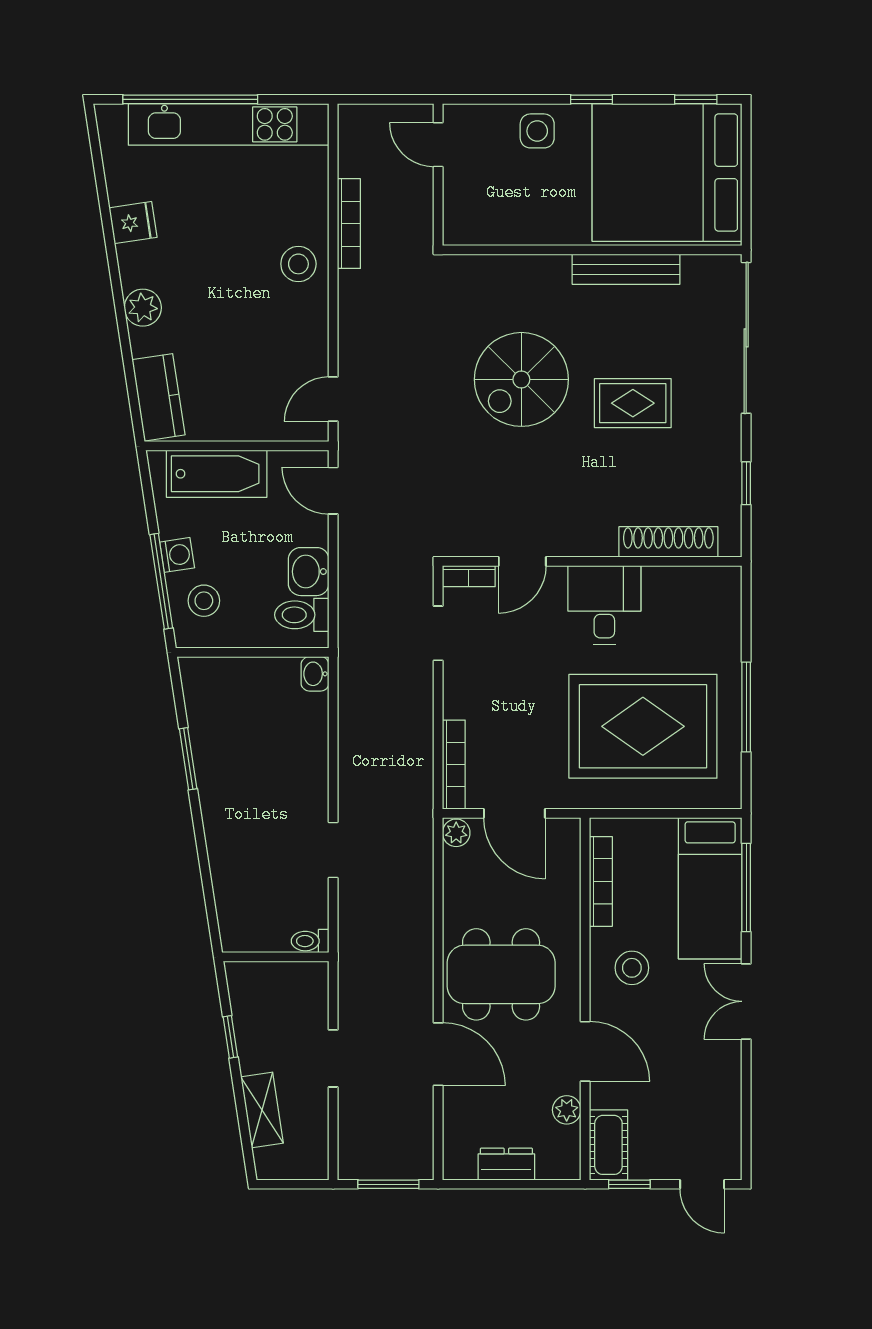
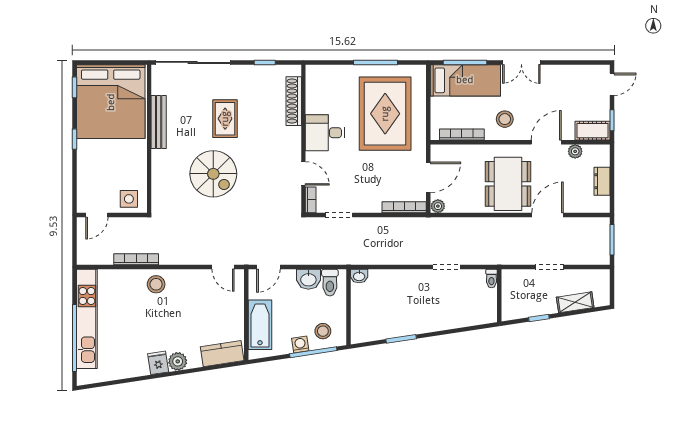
side table: (537, 131) -> (129, 199), moved
fridge: (133, 223) -> (158, 363), moved

